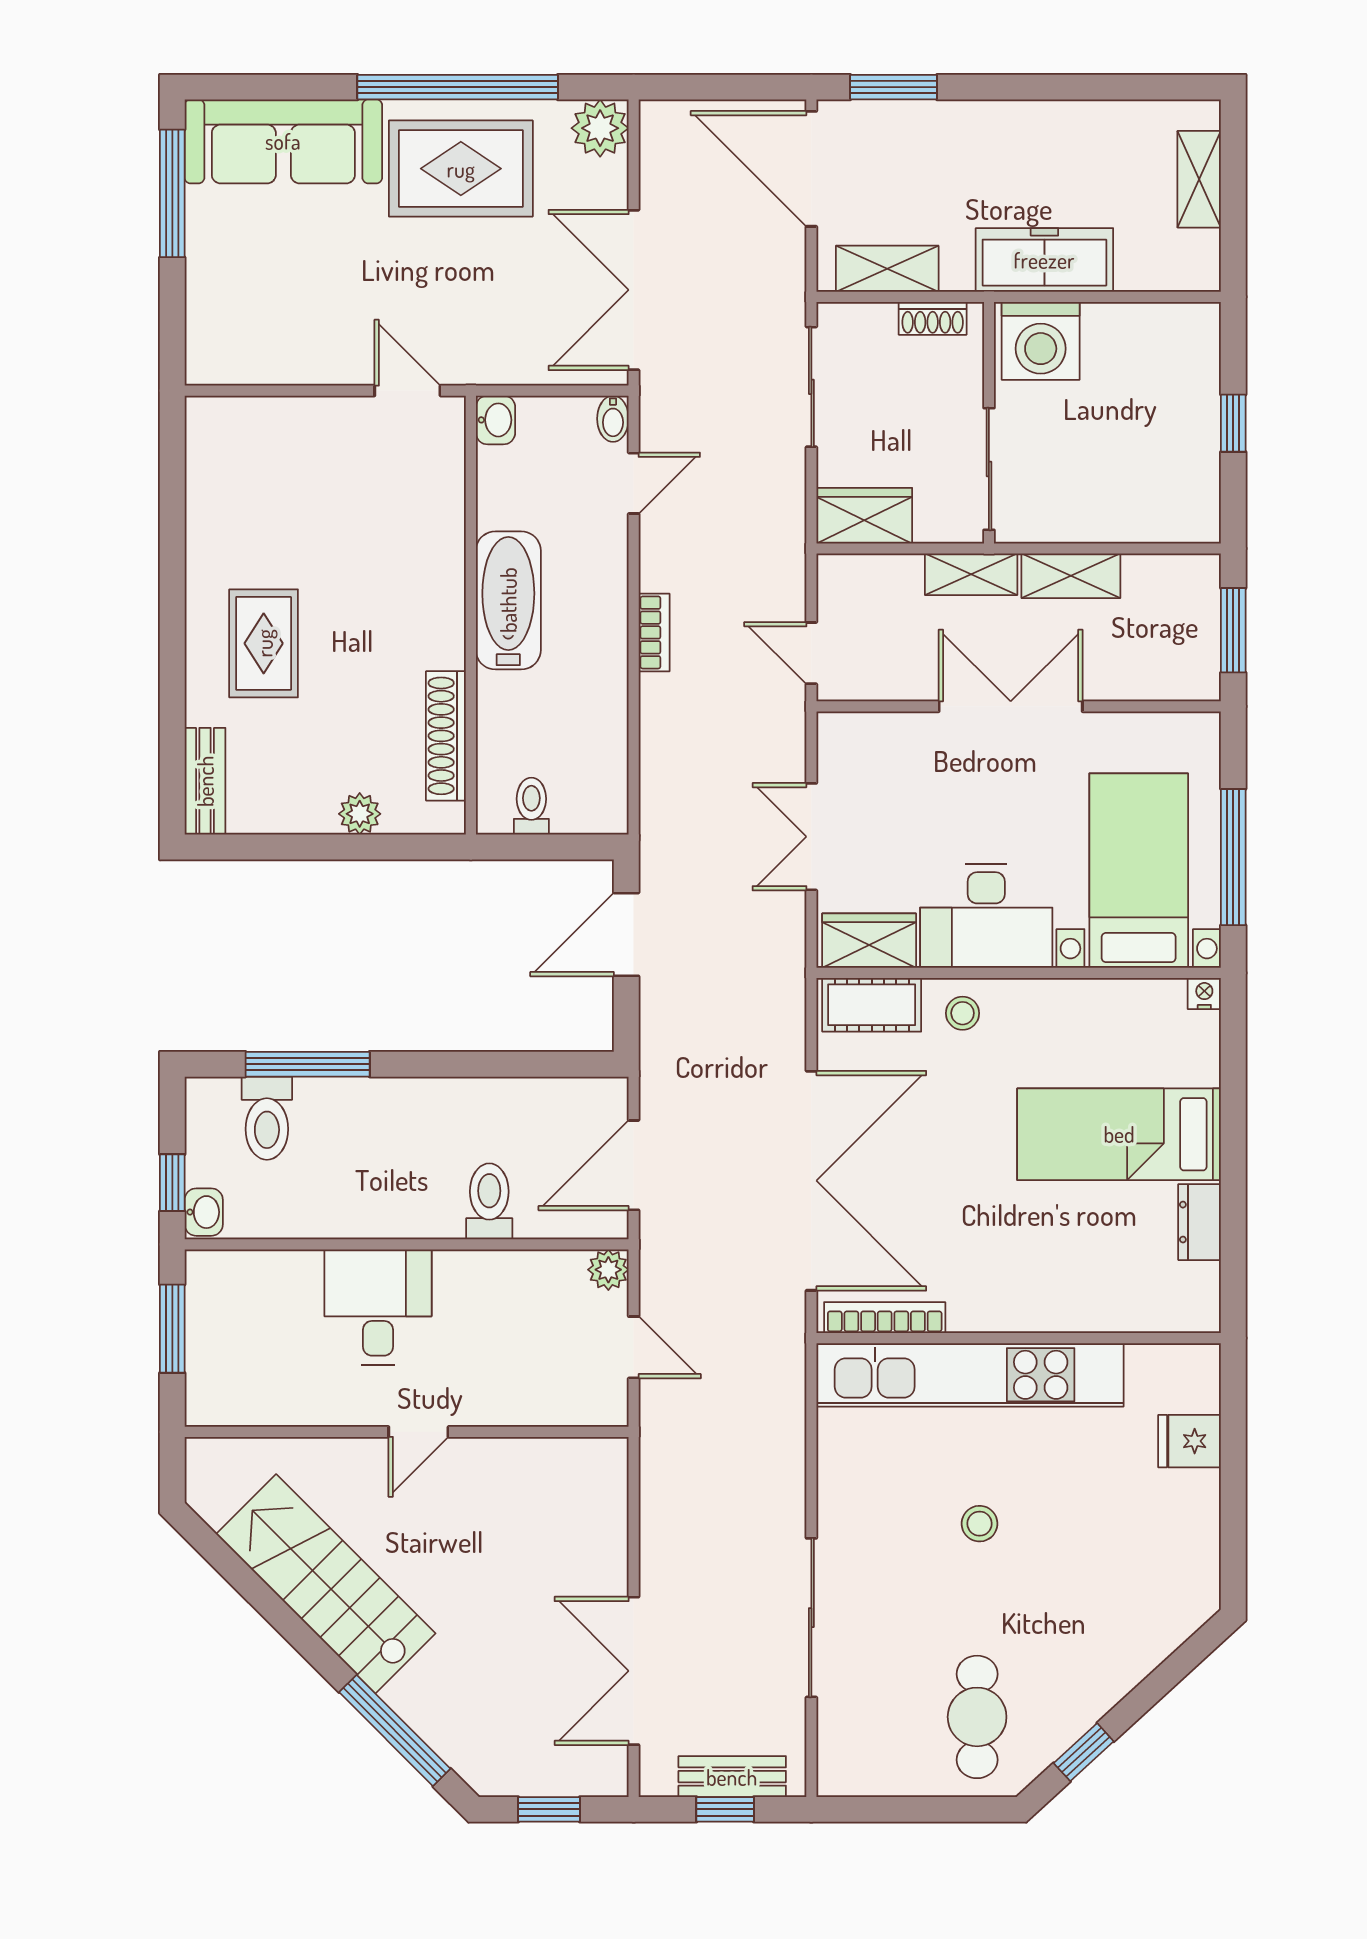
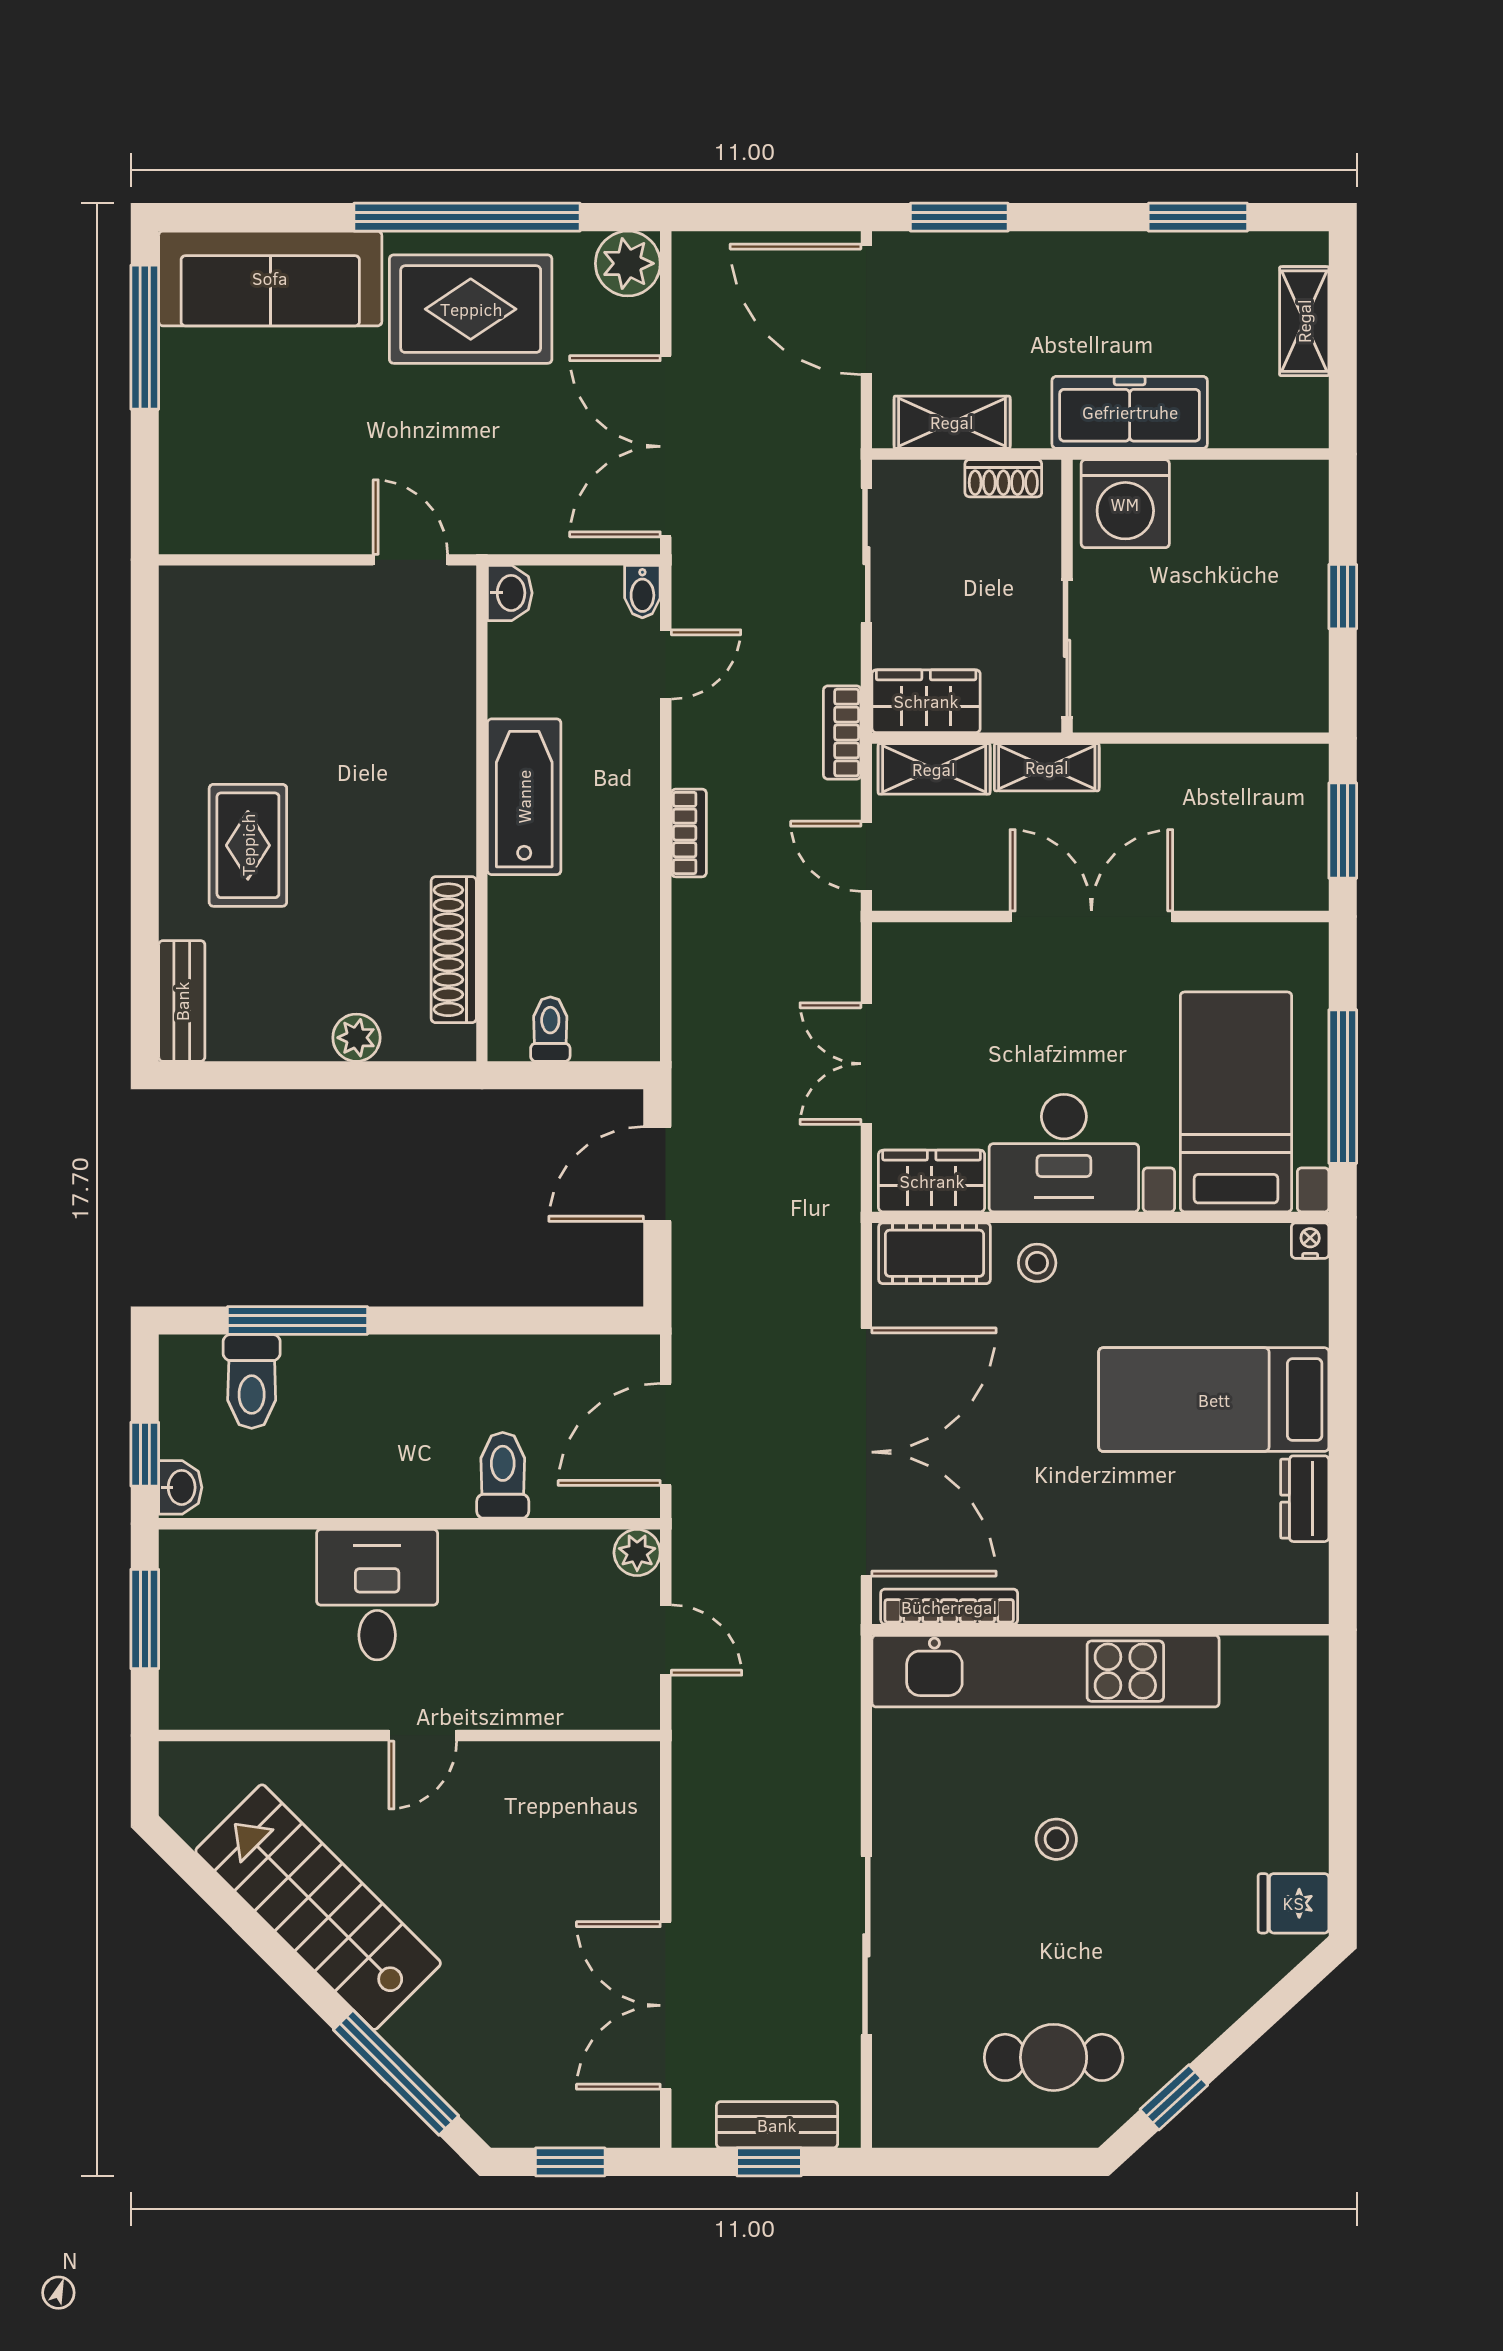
window: (1105, 87) -> (1198, 217), added
bookcase: (790, 544) -> (842, 733), added
shelving: (1071, 576) -> (934, 769), moved
fridge: (1190, 1441) -> (1293, 1903), moved
cafe table: (977, 1717) -> (1054, 2057), turned 90

